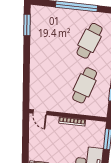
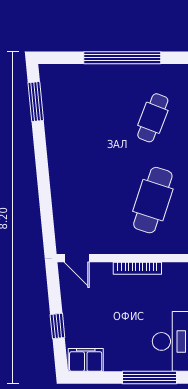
cafe table: (90, 41) -> (153, 118), width x0.73, depth x0.74
window: (25, 148) -> (57, 326), added

